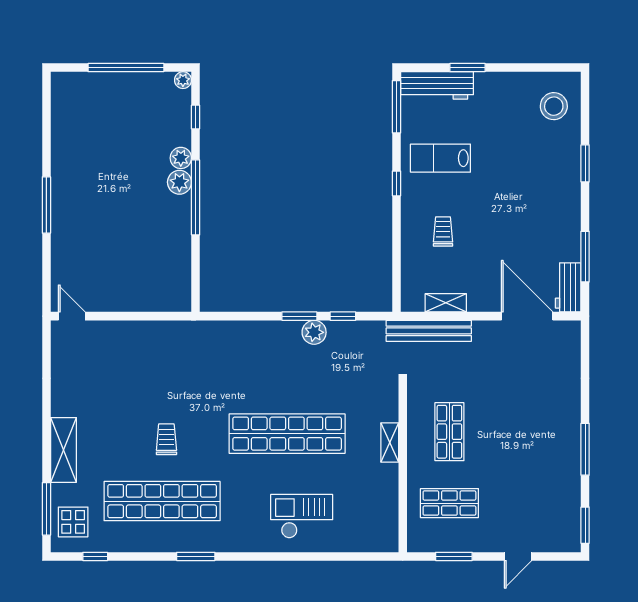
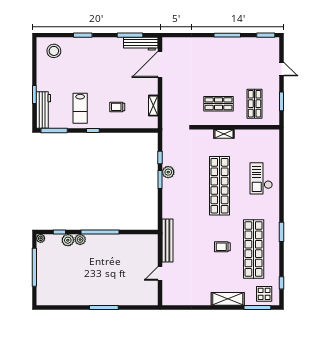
plant: (179, 182) -> (68, 240), moved
workbench: (568, 287) -> (141, 44), width x1.38
door: (72, 316) -> (160, 273), moved
bench: (429, 331) -> (167, 240), moved

